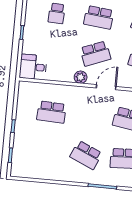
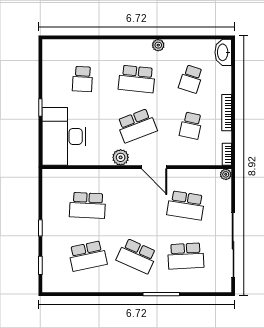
desk: (33, 67) -> (64, 136), width x1.87, depth x1.30
door: (106, 87) -> (154, 167), swing flipped
school desk: (48, 151) -> (88, 256), added

